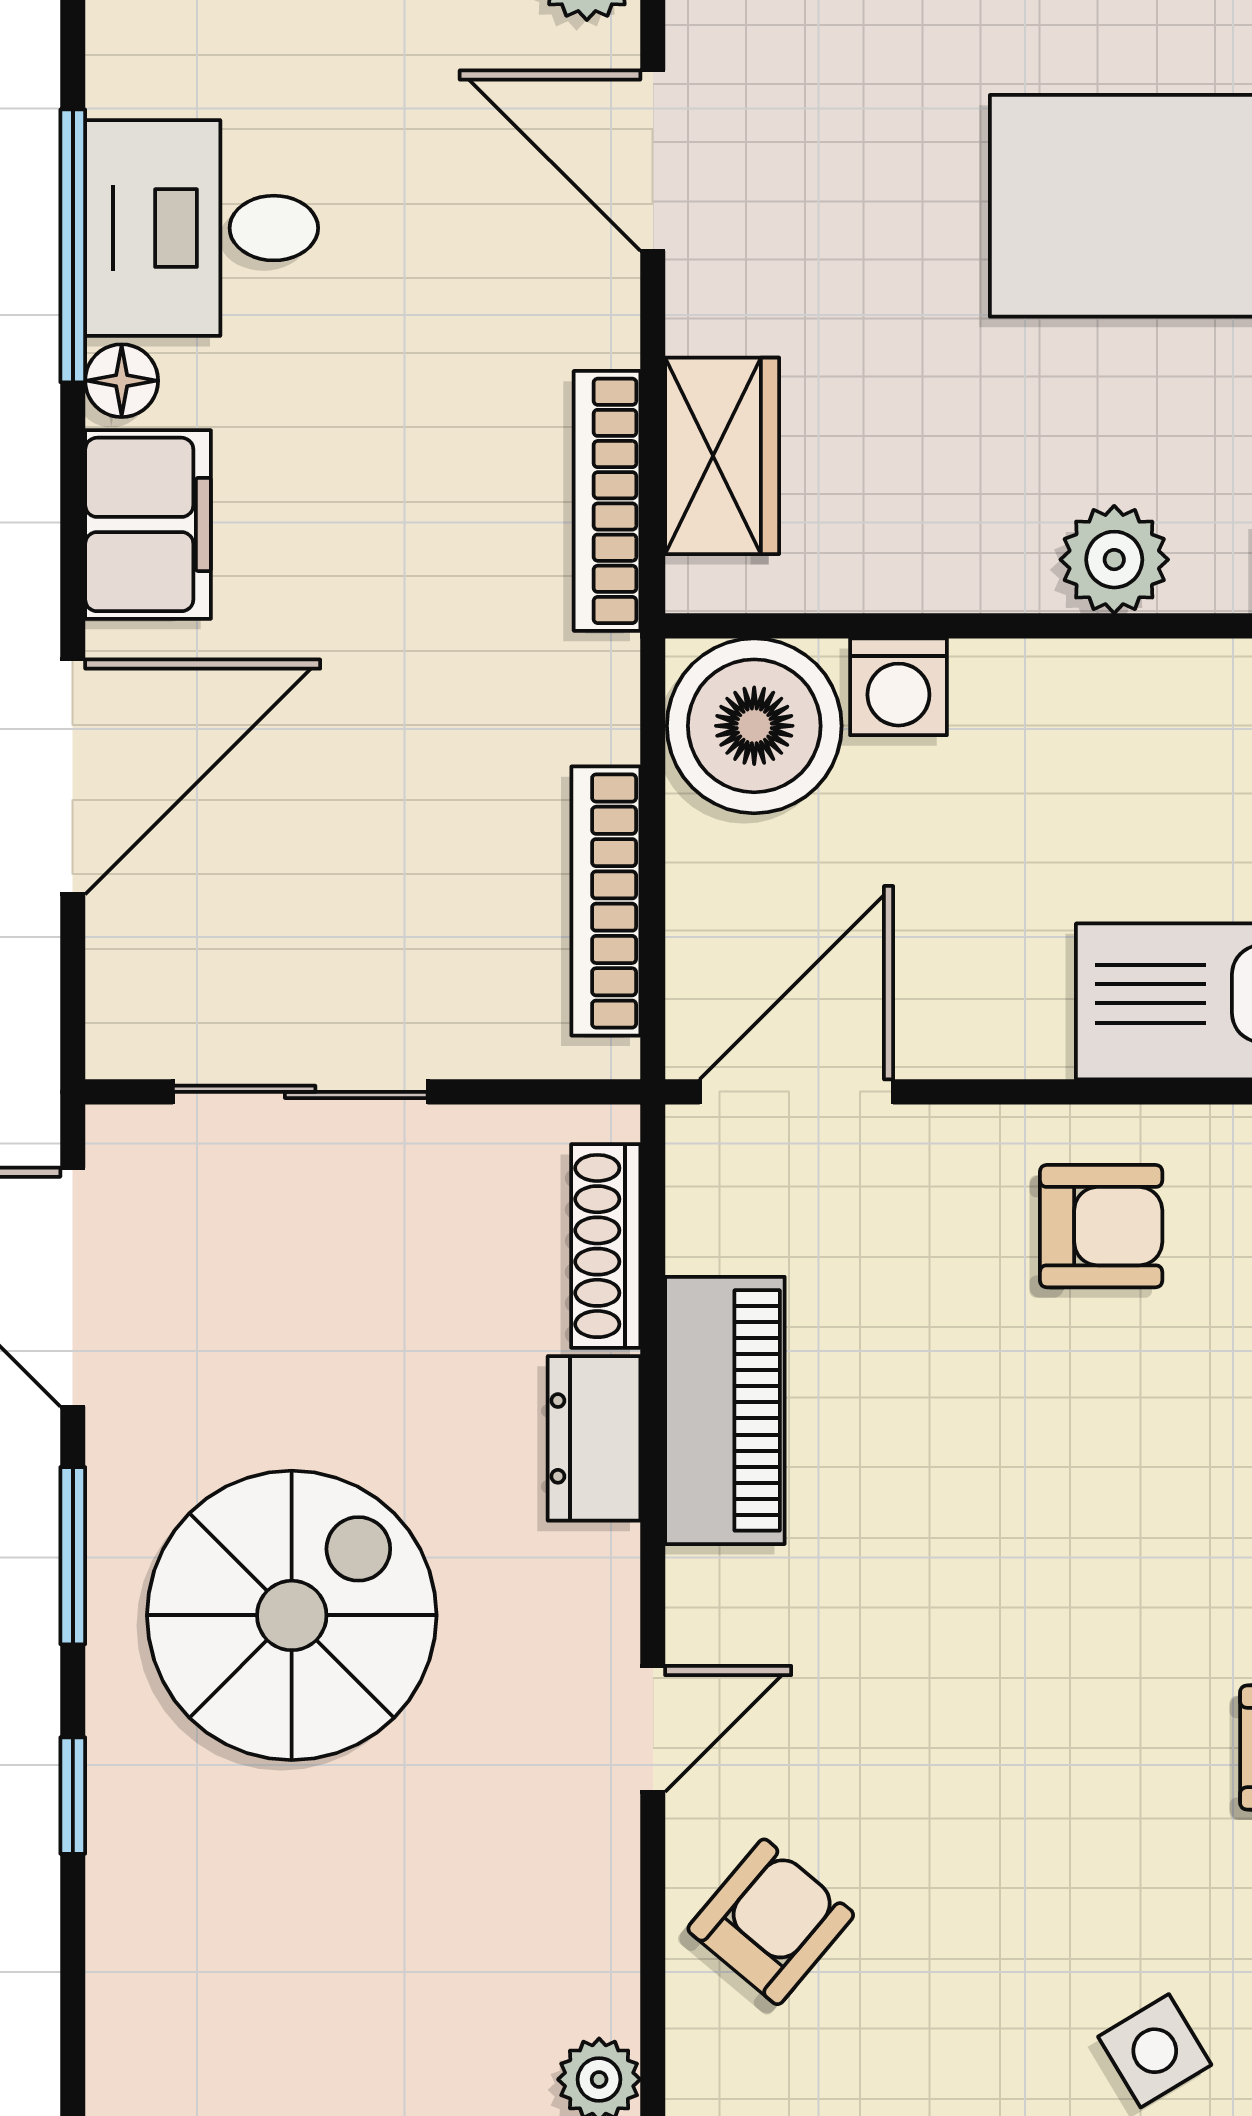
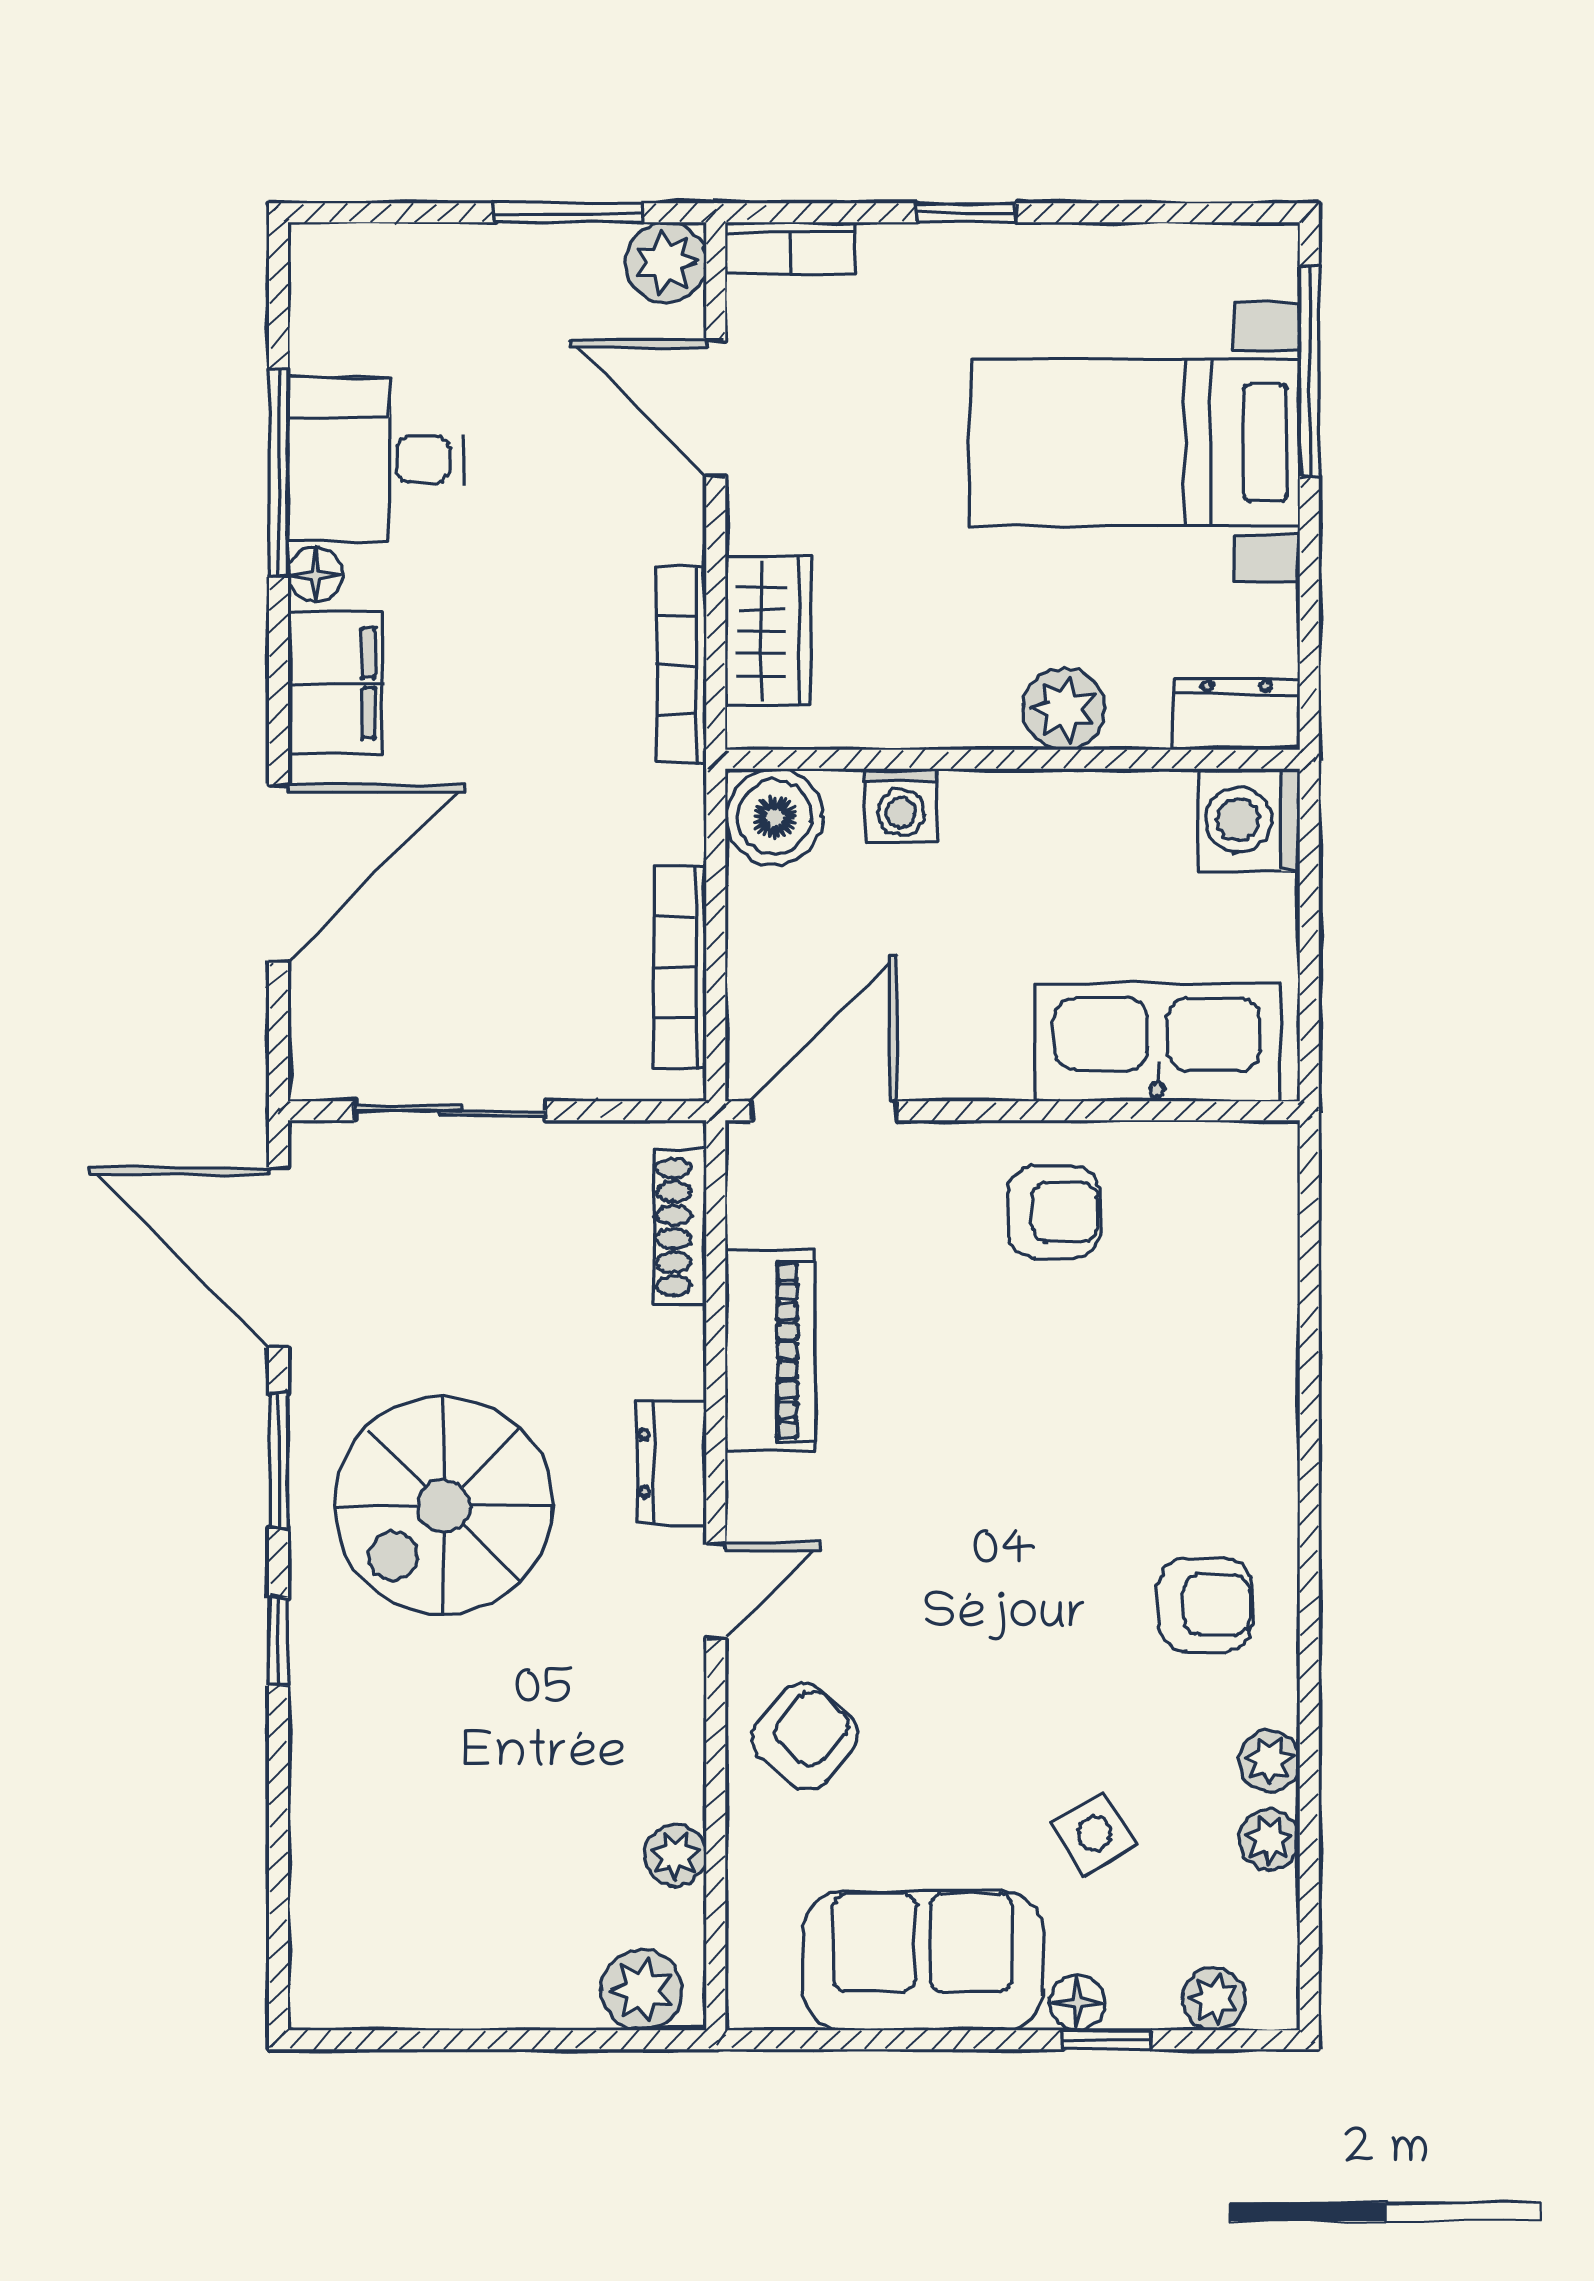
boiler: (754, 726) -> (775, 817), width x0.73, depth x0.73
dresser: (594, 1438) -> (671, 1463), moved
spiral stairs: (292, 1615) -> (444, 1505), turned 180

